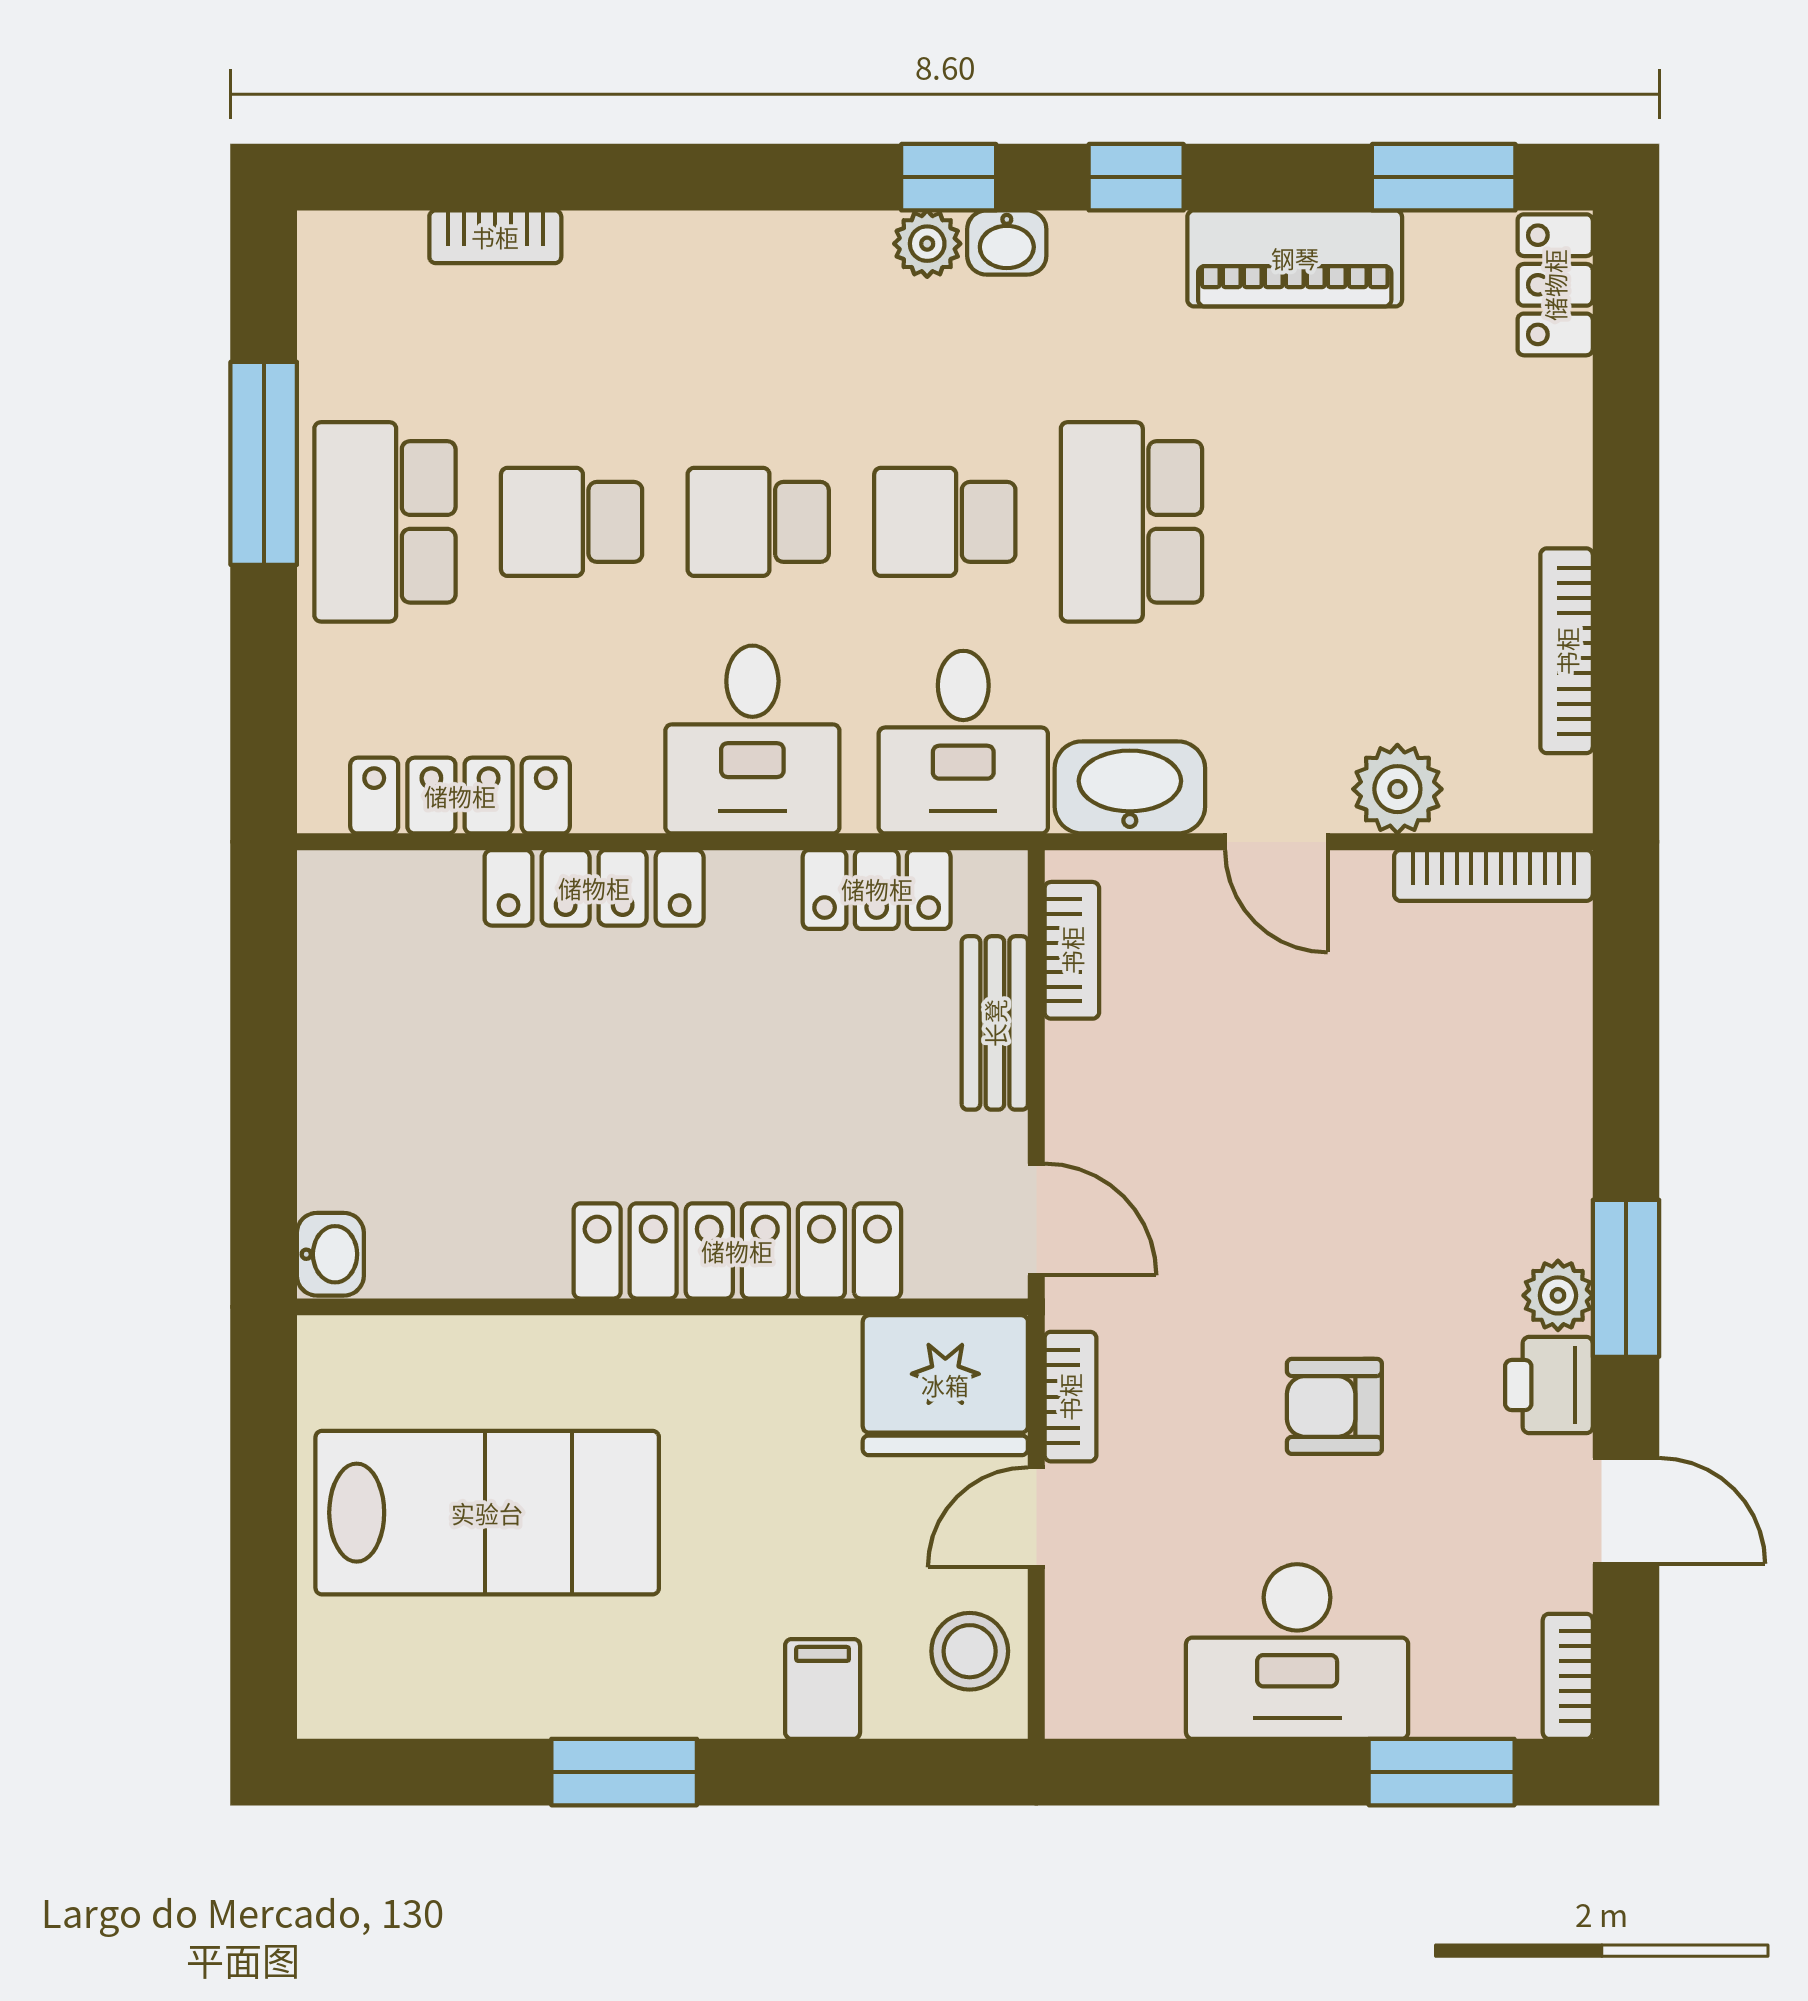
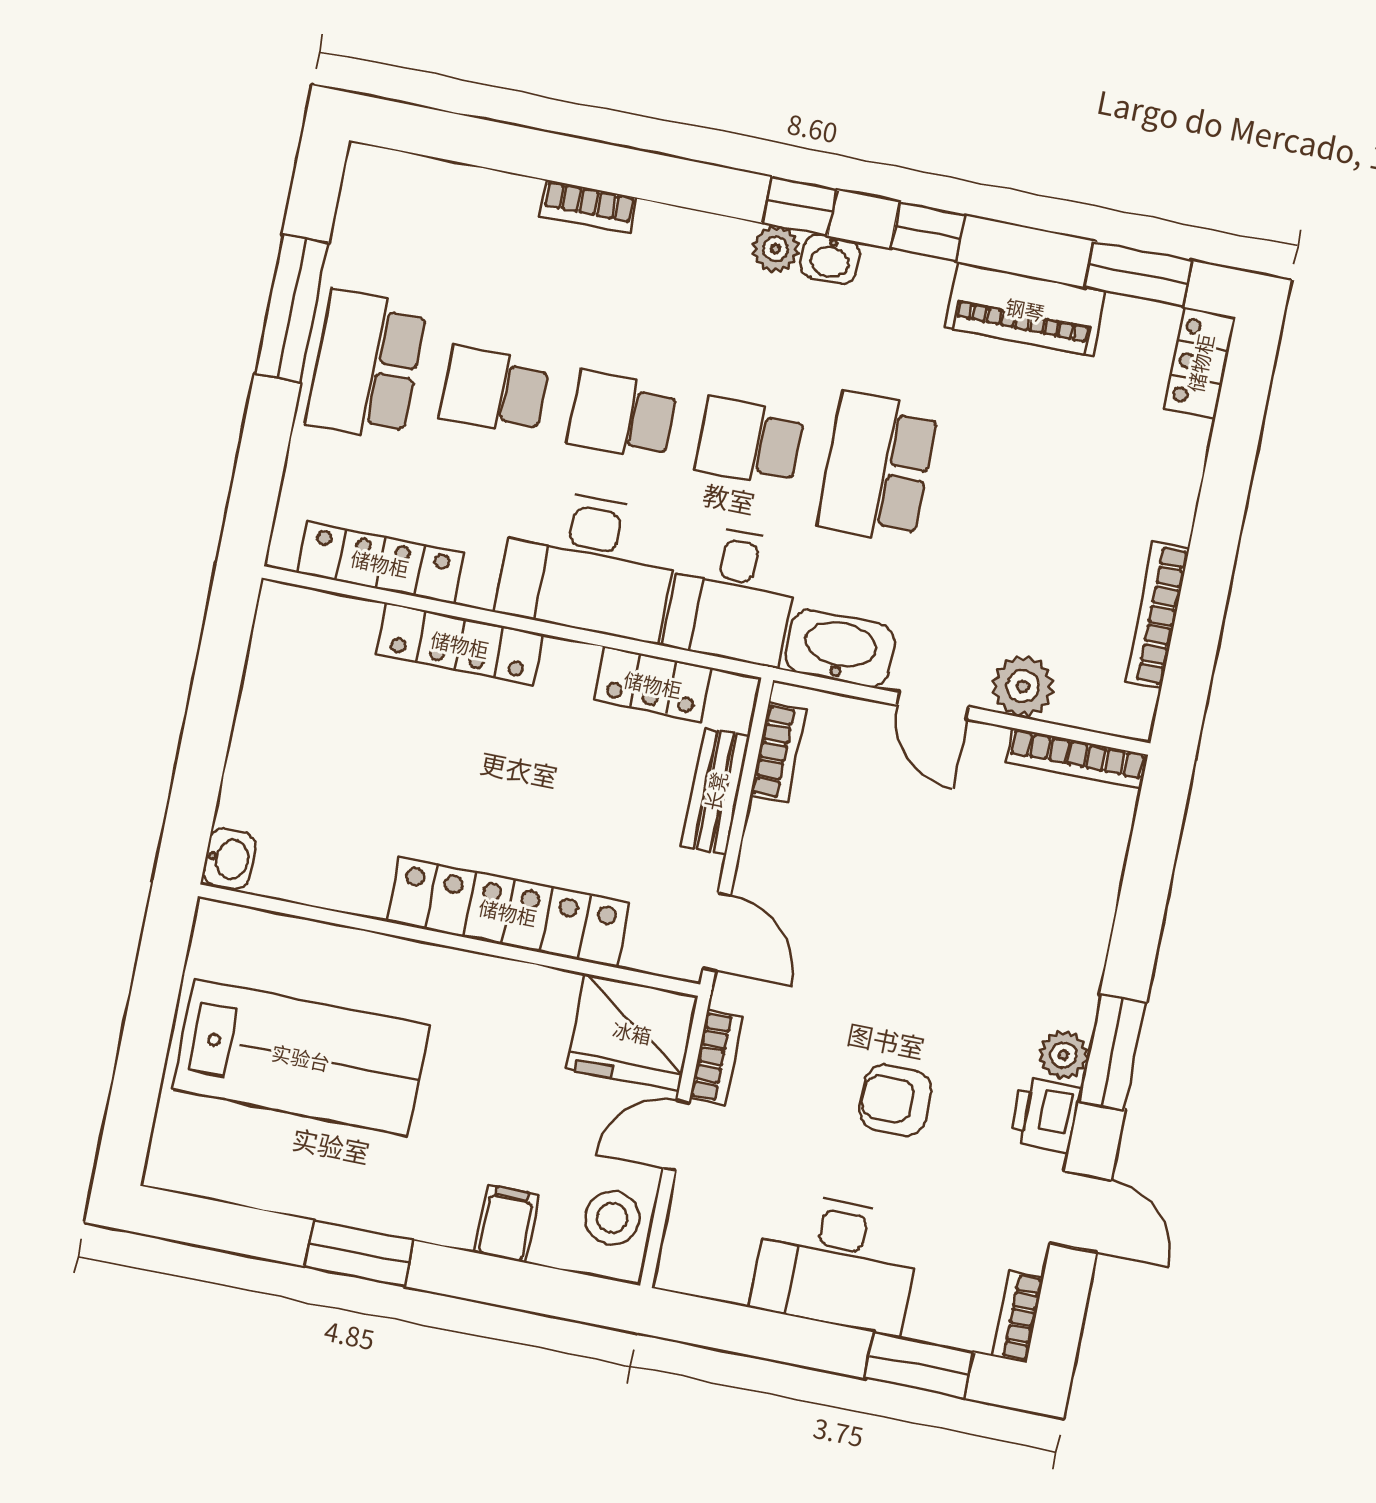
bookcase: (495, 237) -> (588, 206), moved
desk: (752, 739) -> (588, 564), width x1.37

